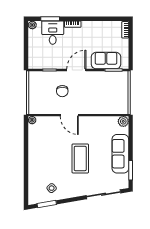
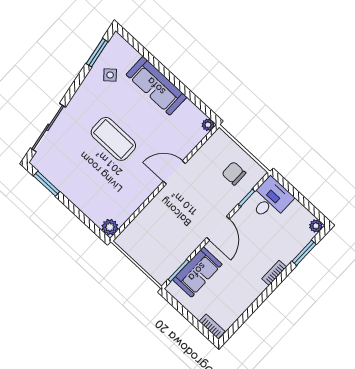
desk: (53, 33) -> (270, 200), moved, turned -90
chair: (62, 91) -> (234, 173), moved
sofa: (120, 154) -> (156, 86), moved, turned 180

